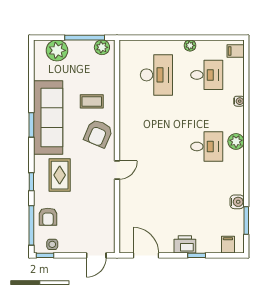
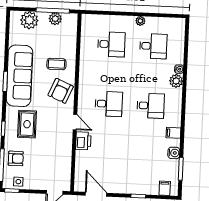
plant: (102, 47) -> (55, 19), moved
filing cabinet: (236, 51) -> (173, 133), moved
desk: (156, 75) -> (111, 44), width x0.73
plant: (236, 141) -> (176, 81), moved
desk: (156, 146) -> (109, 104), added
door: (117, 170) -> (75, 122), hinge flipped
armchair: (48, 217) -> (16, 158), turned -90
printer: (185, 244) -> (83, 141), moved, turned 90

